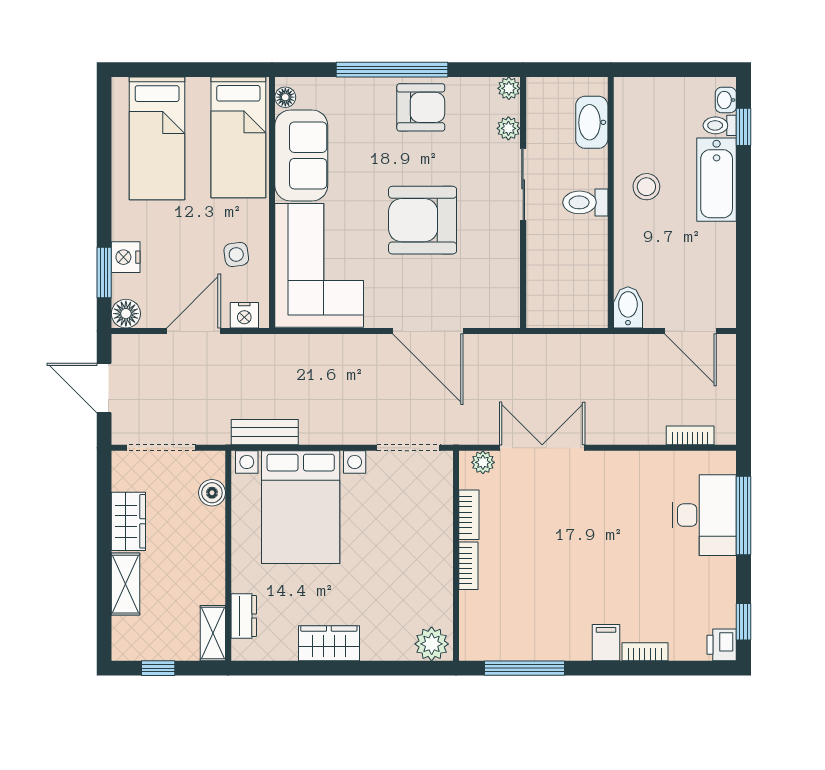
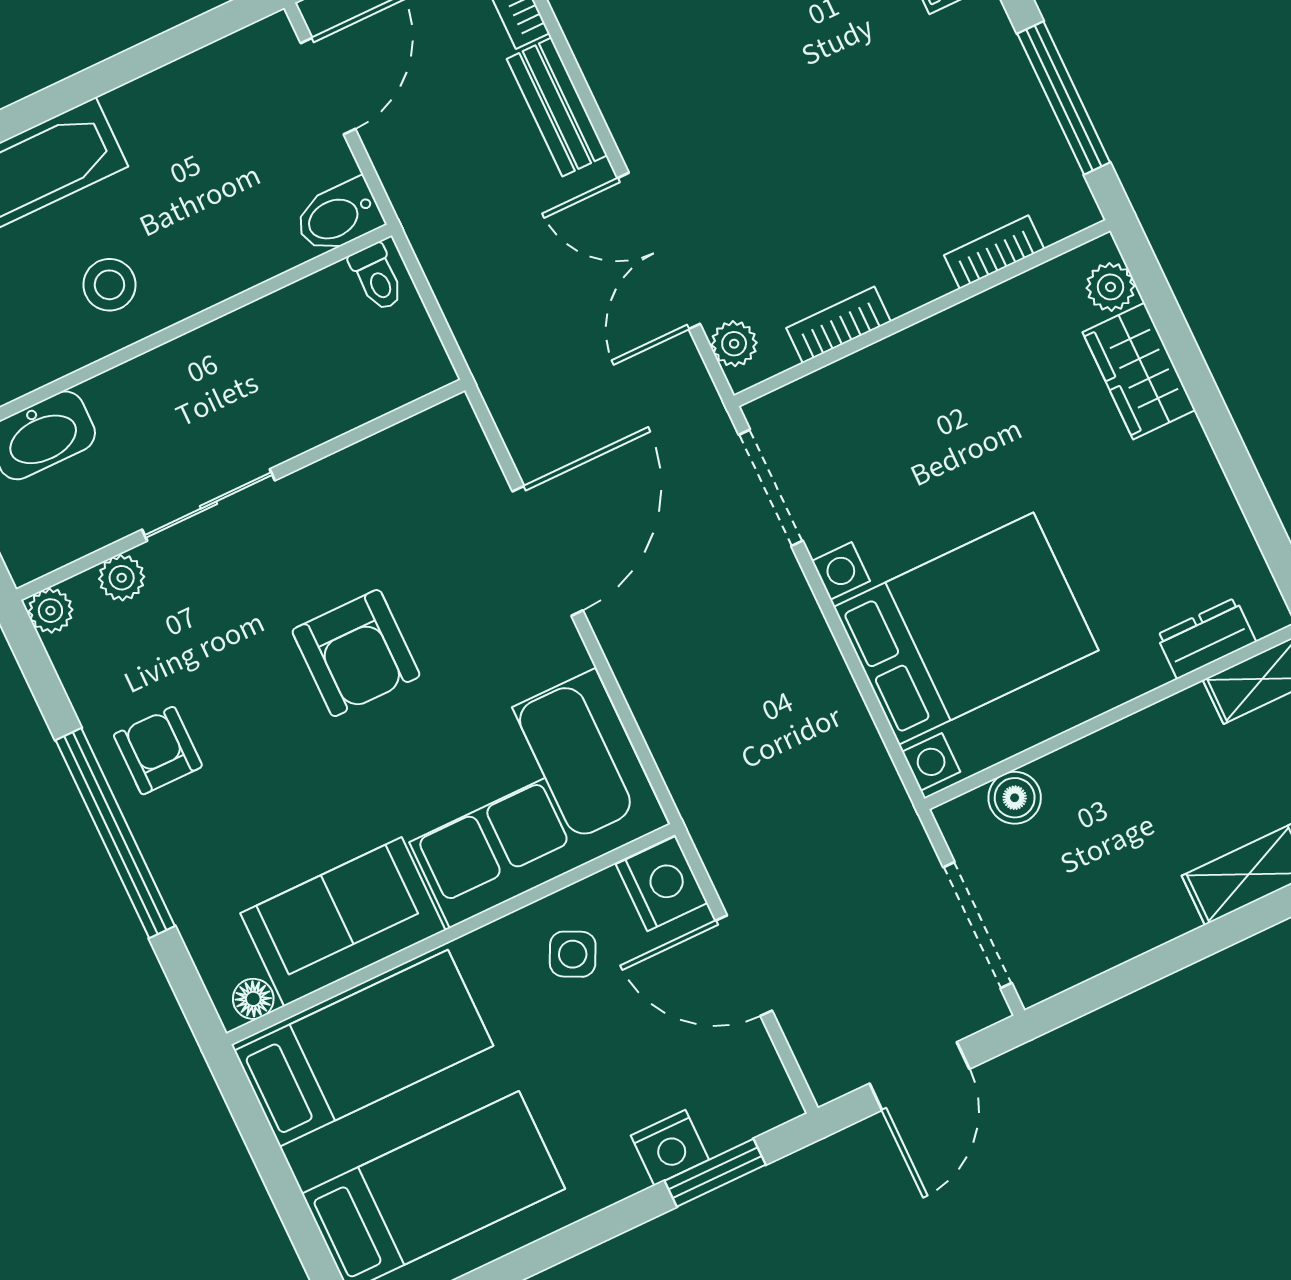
armchair: (421, 107) -> (158, 751), width x0.72, depth x0.72
toilet: (585, 202) -> (377, 277), moved, width x0.73, depth x0.72
armchair: (423, 220) -> (356, 653), width x0.73, depth x0.73
side table: (236, 254) -> (573, 954), turned 34
floor lamp: (126, 314) -> (770, 1100), removed
nightstand: (244, 315) -> (662, 884), width x1.36, depth x1.33
bench: (265, 432) -> (557, 107), moved
wardrobe: (128, 521) -> (1135, 922), removed
bookcase: (468, 566) -> (994, 252), moved
wardrobe: (329, 643) -> (1139, 371), moved
plant: (432, 644) -> (1111, 287), width x0.73, depth x0.73

